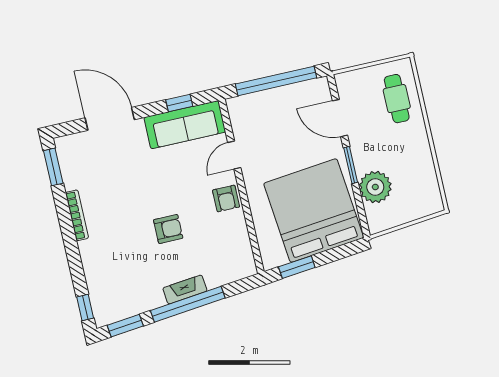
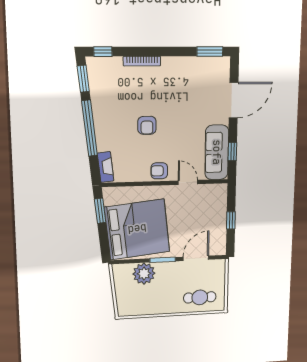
window: (276, 81) -> (231, 220), width x0.32
bookcase: (77, 215) -> (142, 61), moved
fireplace: (185, 290) -> (106, 167), moved

